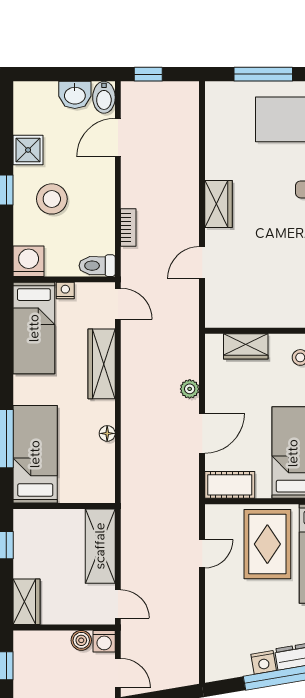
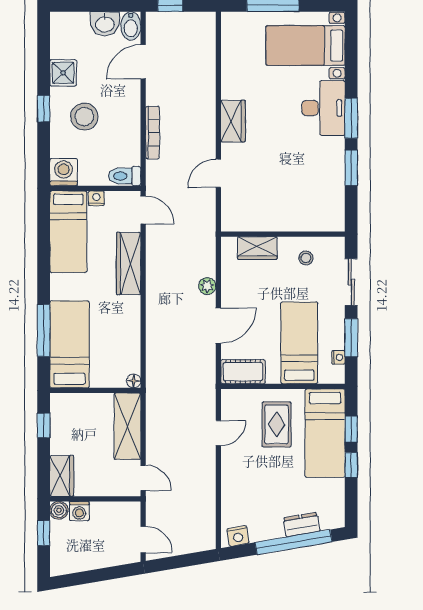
bookcase: (128, 228) -> (152, 133), width x1.56
floor lamp: (107, 433) -> (134, 381), moved
rug: (267, 544) -> (277, 424), width x0.73, depth x0.70
boiler: (81, 640) -> (59, 510), moved
washing machine: (104, 641) -> (79, 511), moved
nightstand: (264, 662) -> (238, 536), moved

